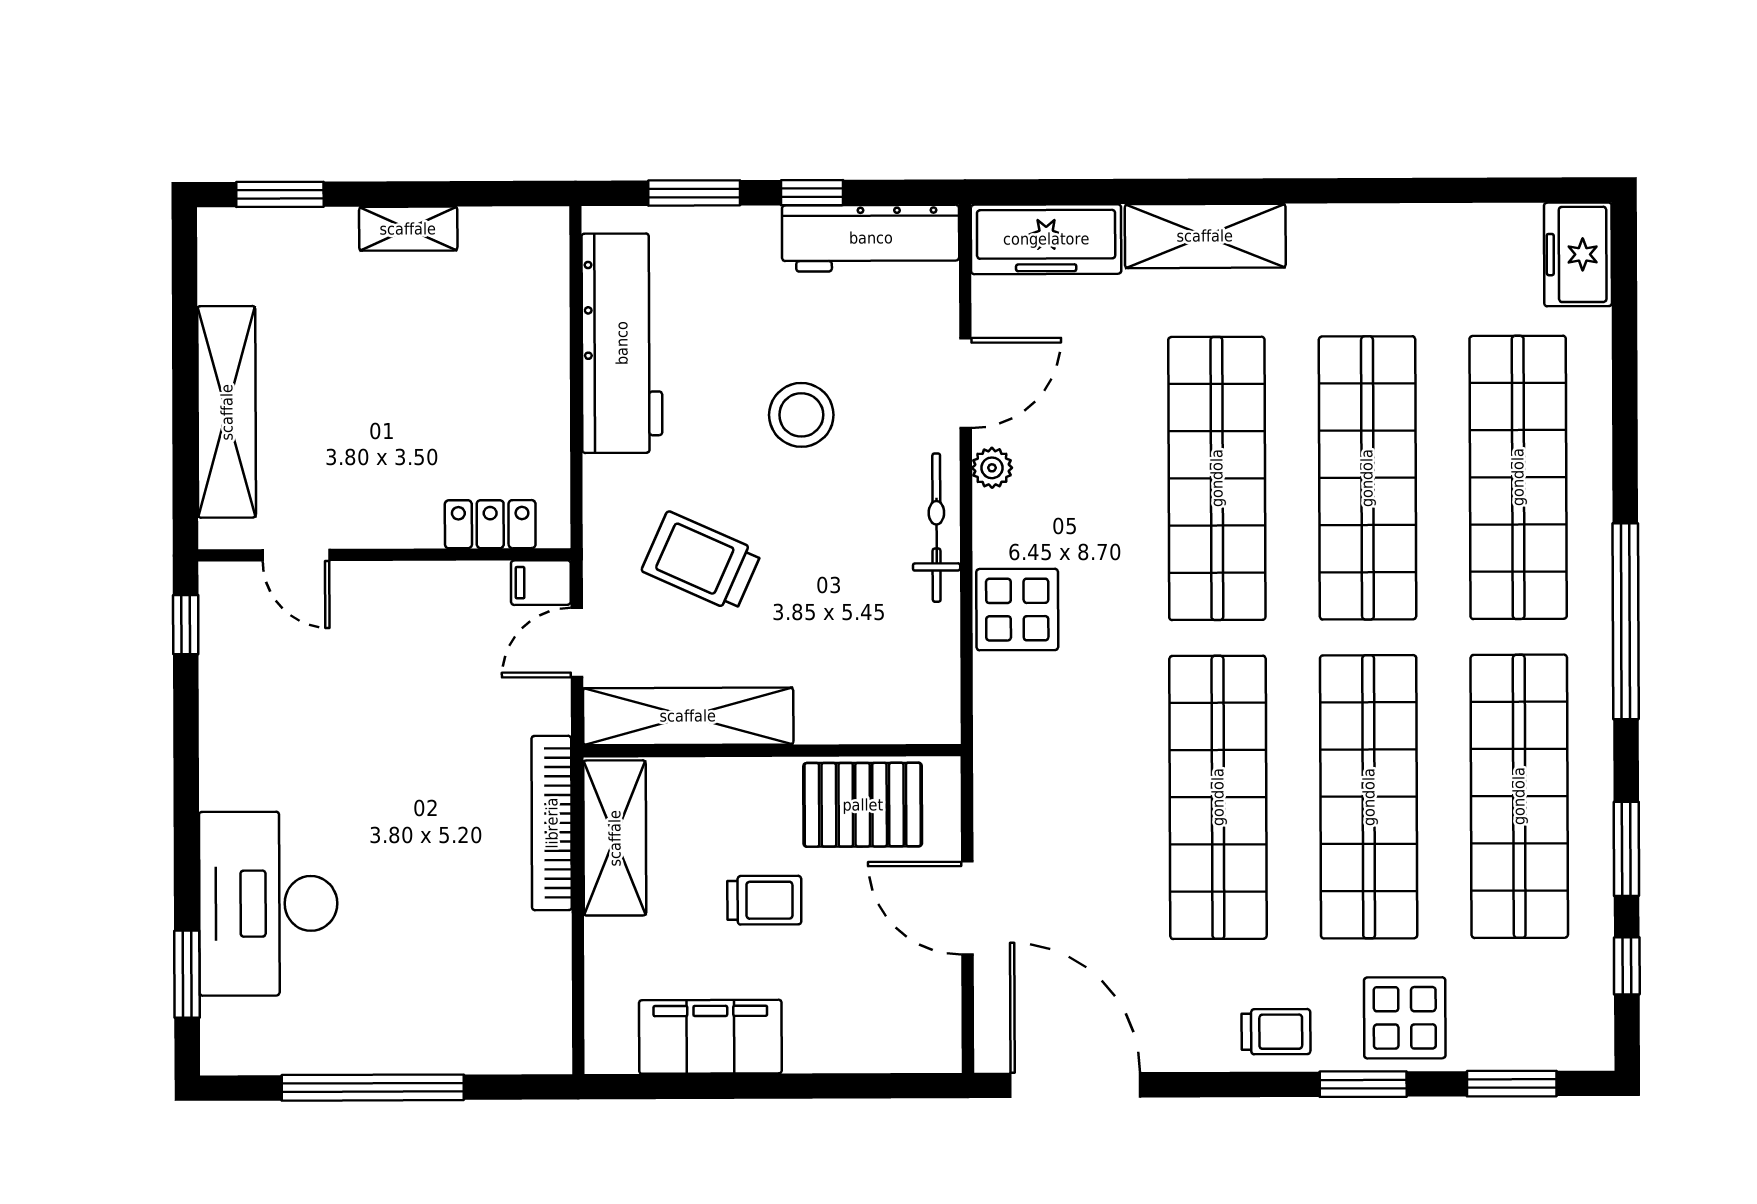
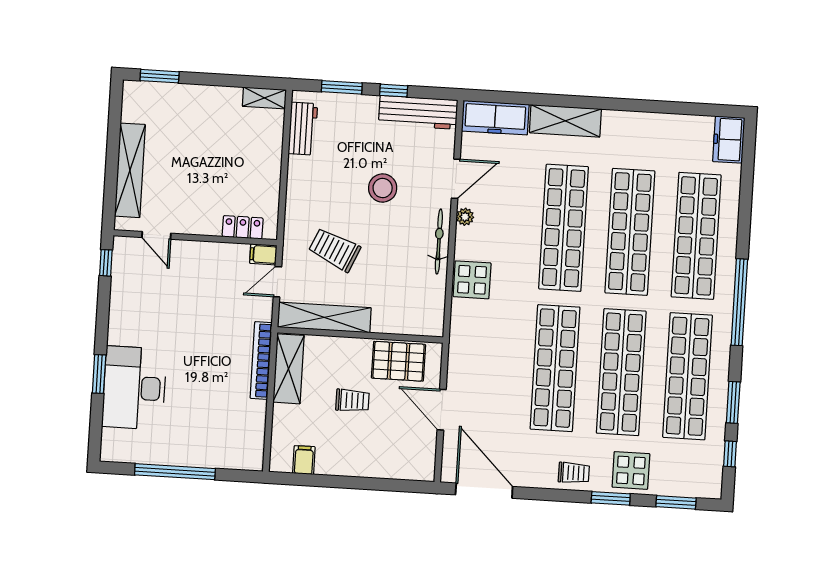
shelving: (408, 229) -> (264, 98), moved
workbench: (622, 343) -> (303, 129), width x0.53, depth x0.76
window: (187, 974) -> (99, 374), moved
filing cabinet: (710, 1037) -> (304, 460), width x0.33, depth x0.86

